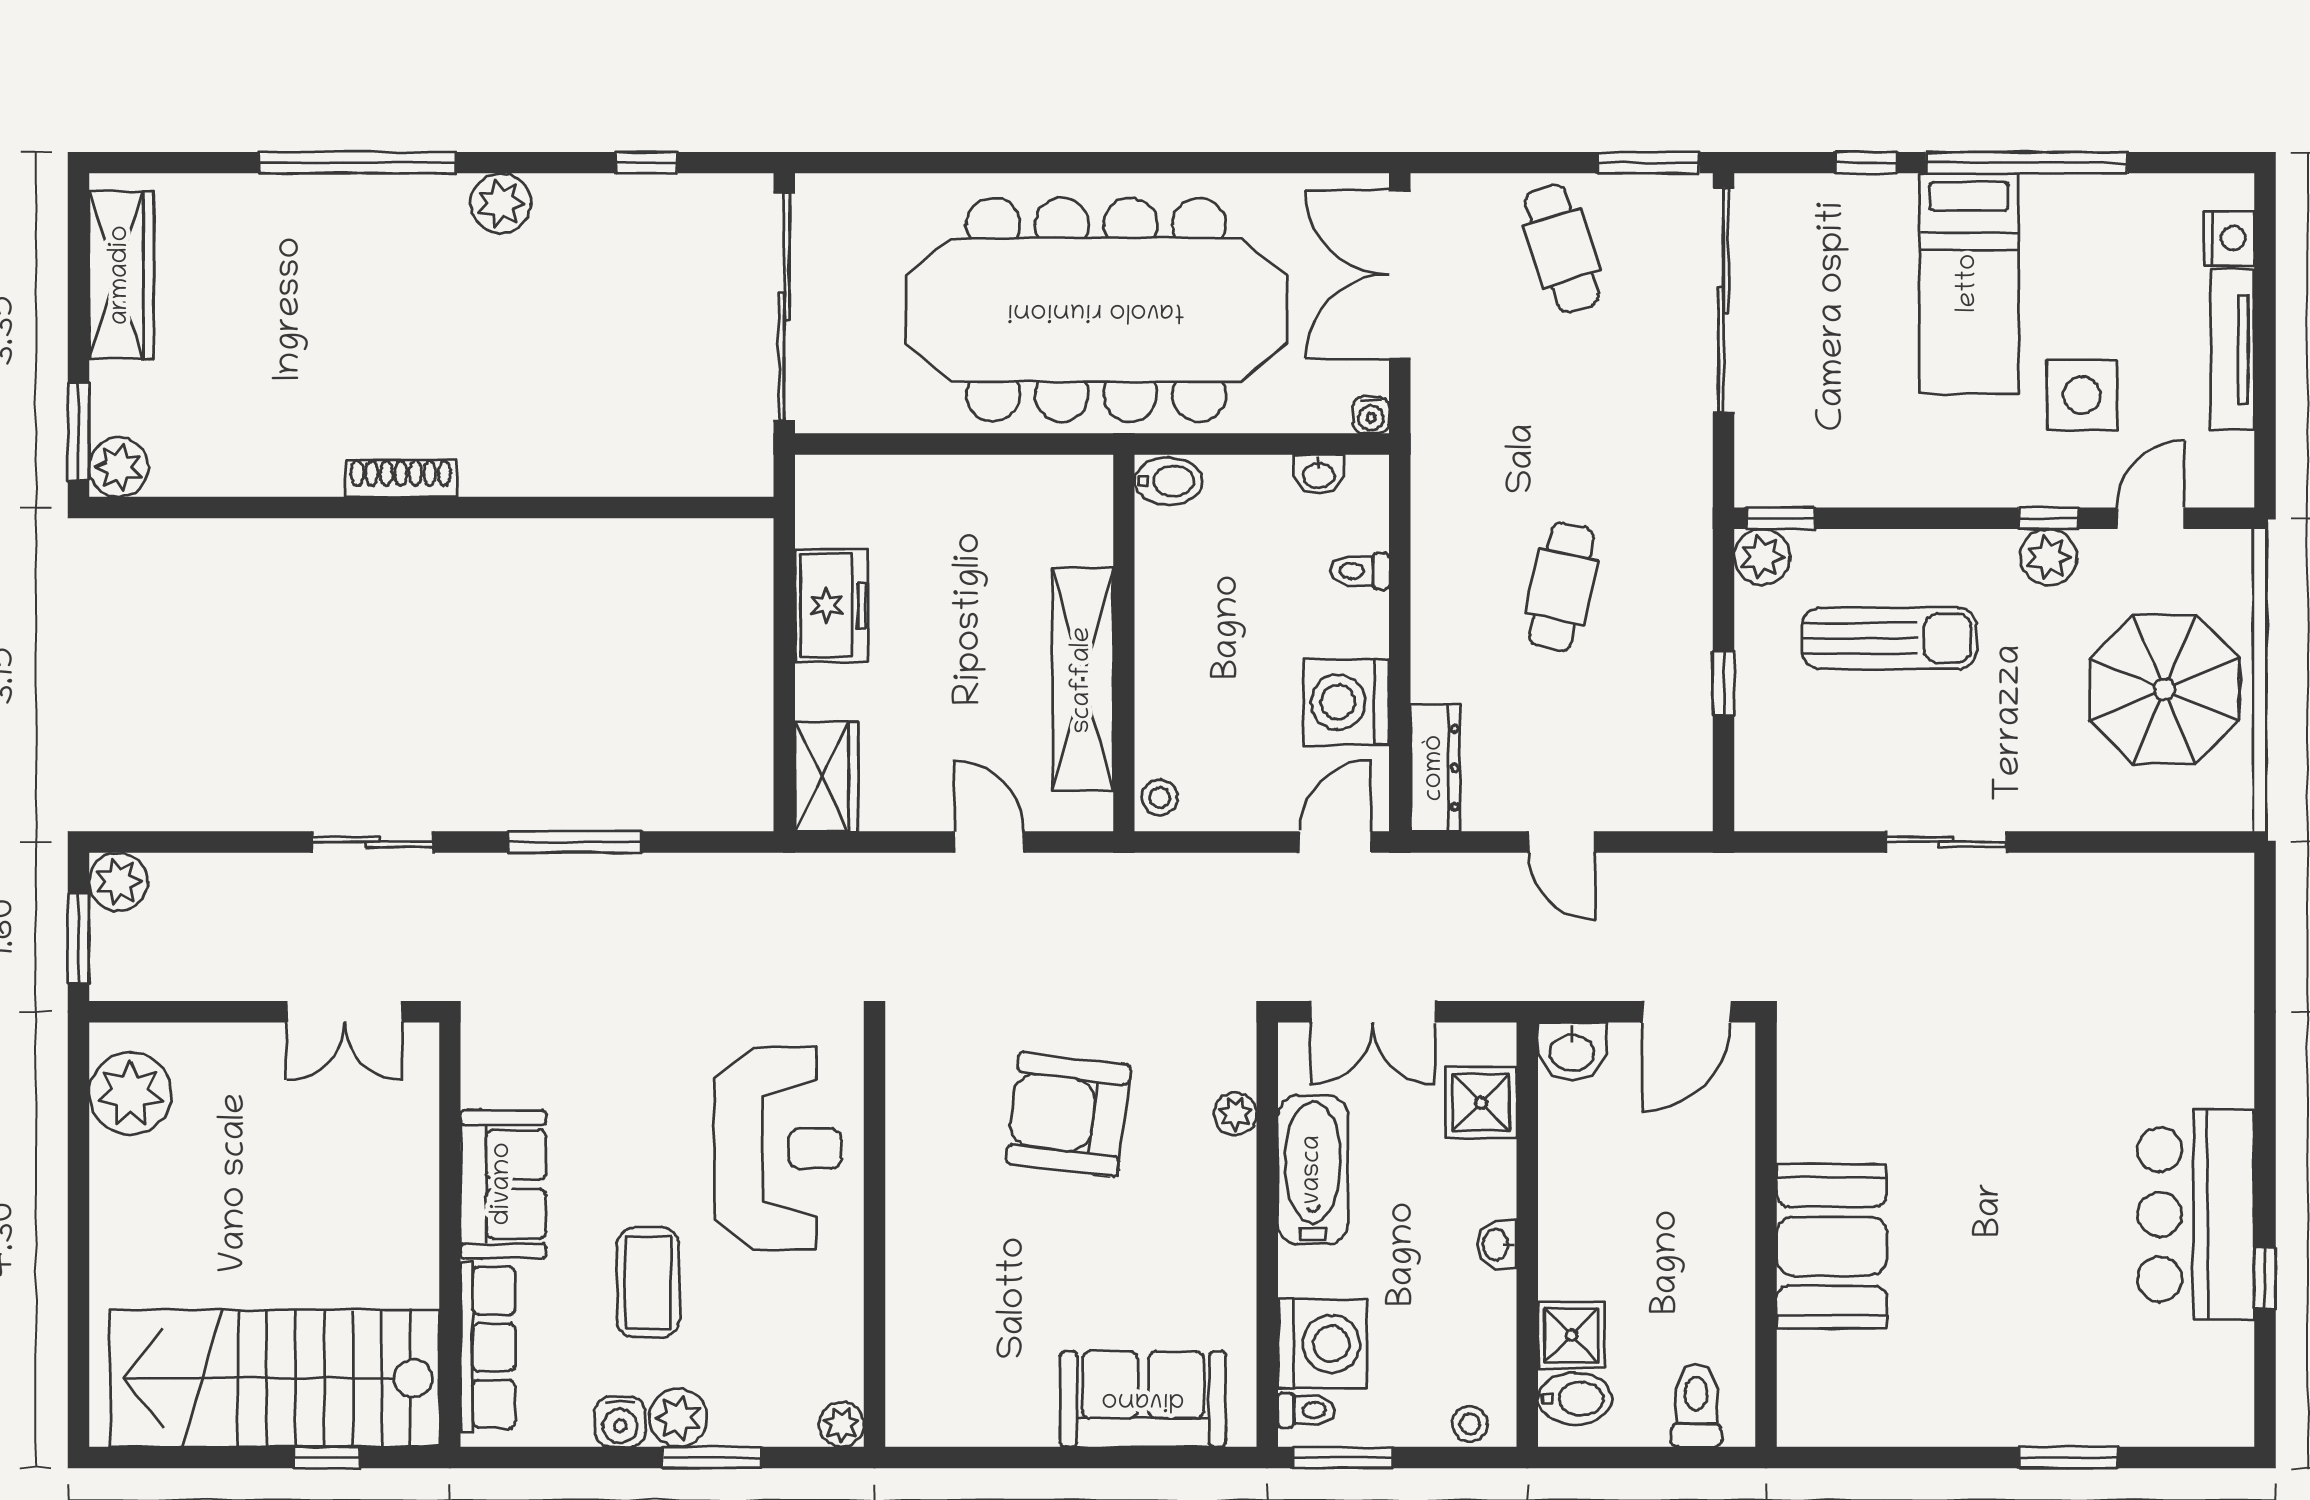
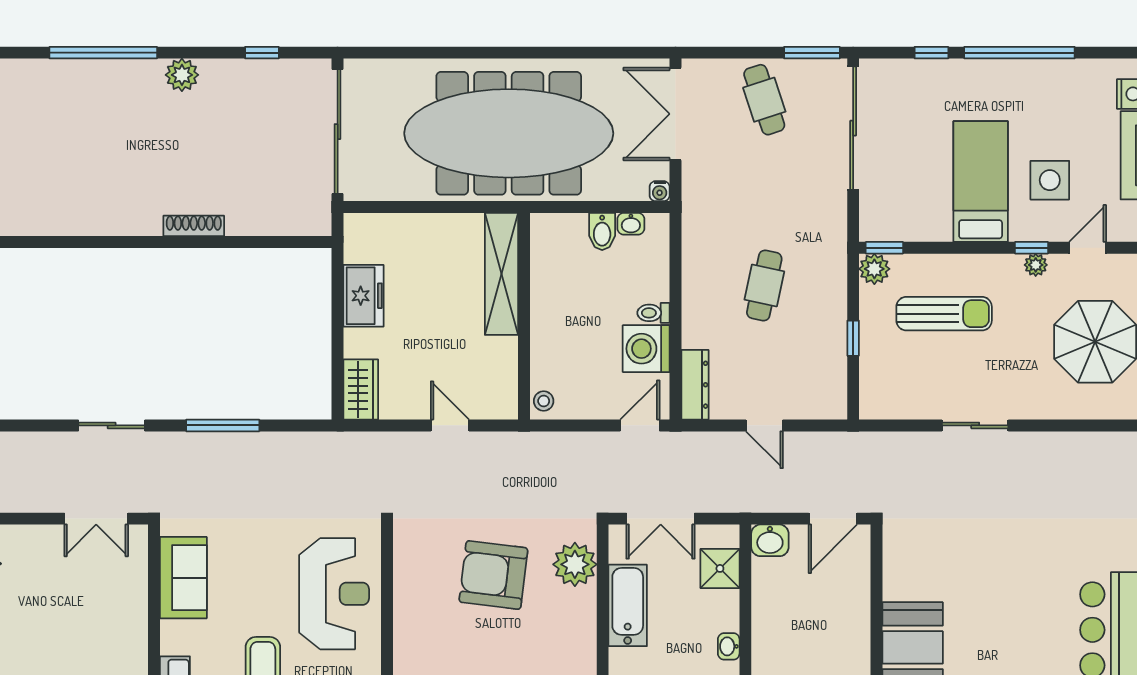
bed: (1969, 283) -> (981, 182), moved, turned 180
shoe rack: (401, 478) -> (194, 226), moved
bidet: (1169, 481) -> (602, 231), moved, turned 90
plant: (2049, 557) -> (1036, 265), width x0.73, depth x0.73
toilet: (1360, 571) -> (653, 313), moved
shelving: (1083, 680) -> (501, 274), moved
plant: (1235, 1114) -> (575, 564), width x1.87, depth x1.87
sofa: (503, 1184) -> (183, 578), moved

